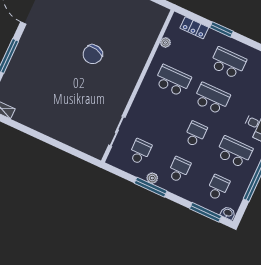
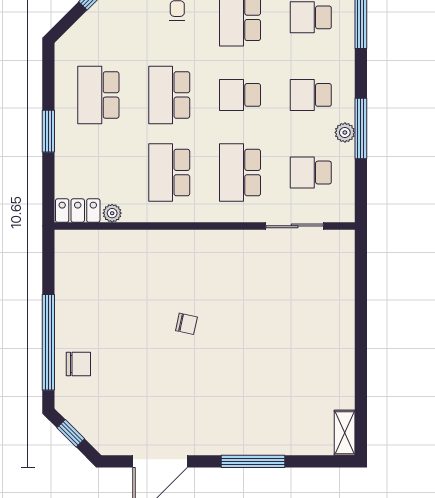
locker: (194, 28) -> (78, 211), moved, turned -90
chair: (93, 54) -> (186, 324), width x0.54, depth x0.54
school desk: (156, 116) -> (240, 173), added

